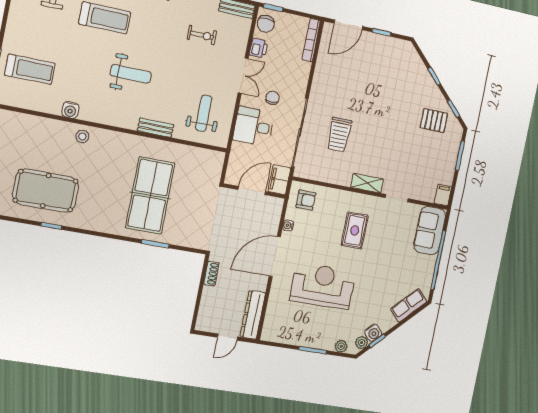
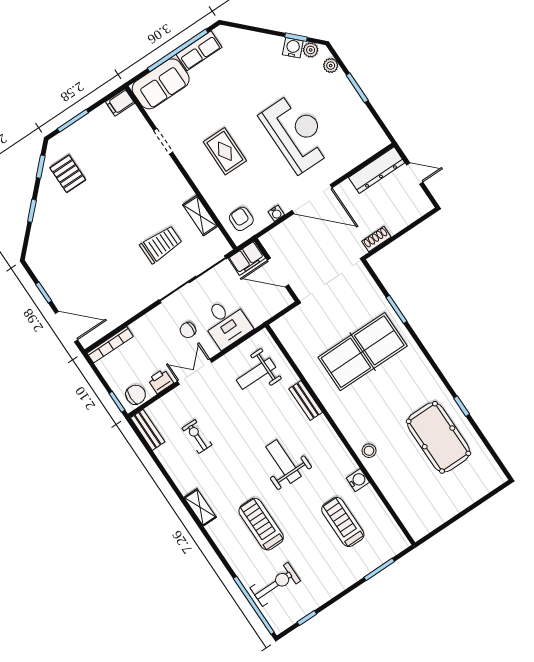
treadmill: (30, 69) -> (343, 522), moved
shelving: (367, 183) -> (200, 216), moved
rug: (355, 230) -> (225, 151), turned 90
reception desk: (323, 286) -> (296, 133), turned 180
row of seats: (409, 305) -> (199, 51), moved, turned -45

